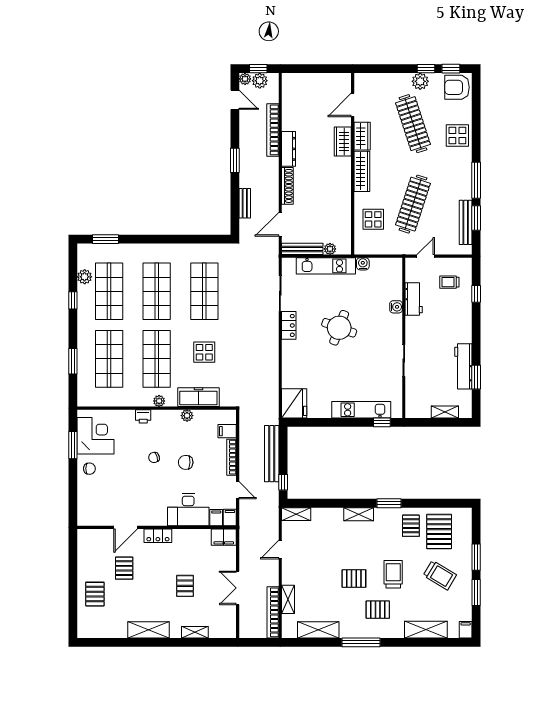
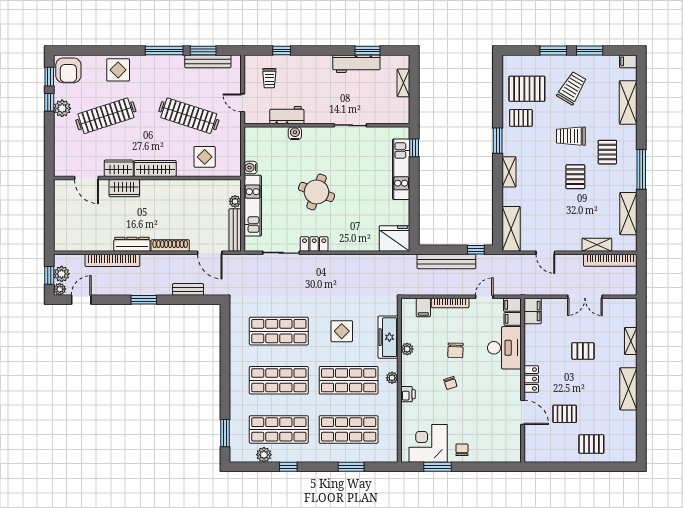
shelving: (296, 514) -> (511, 229), width x1.50, depth x1.33

